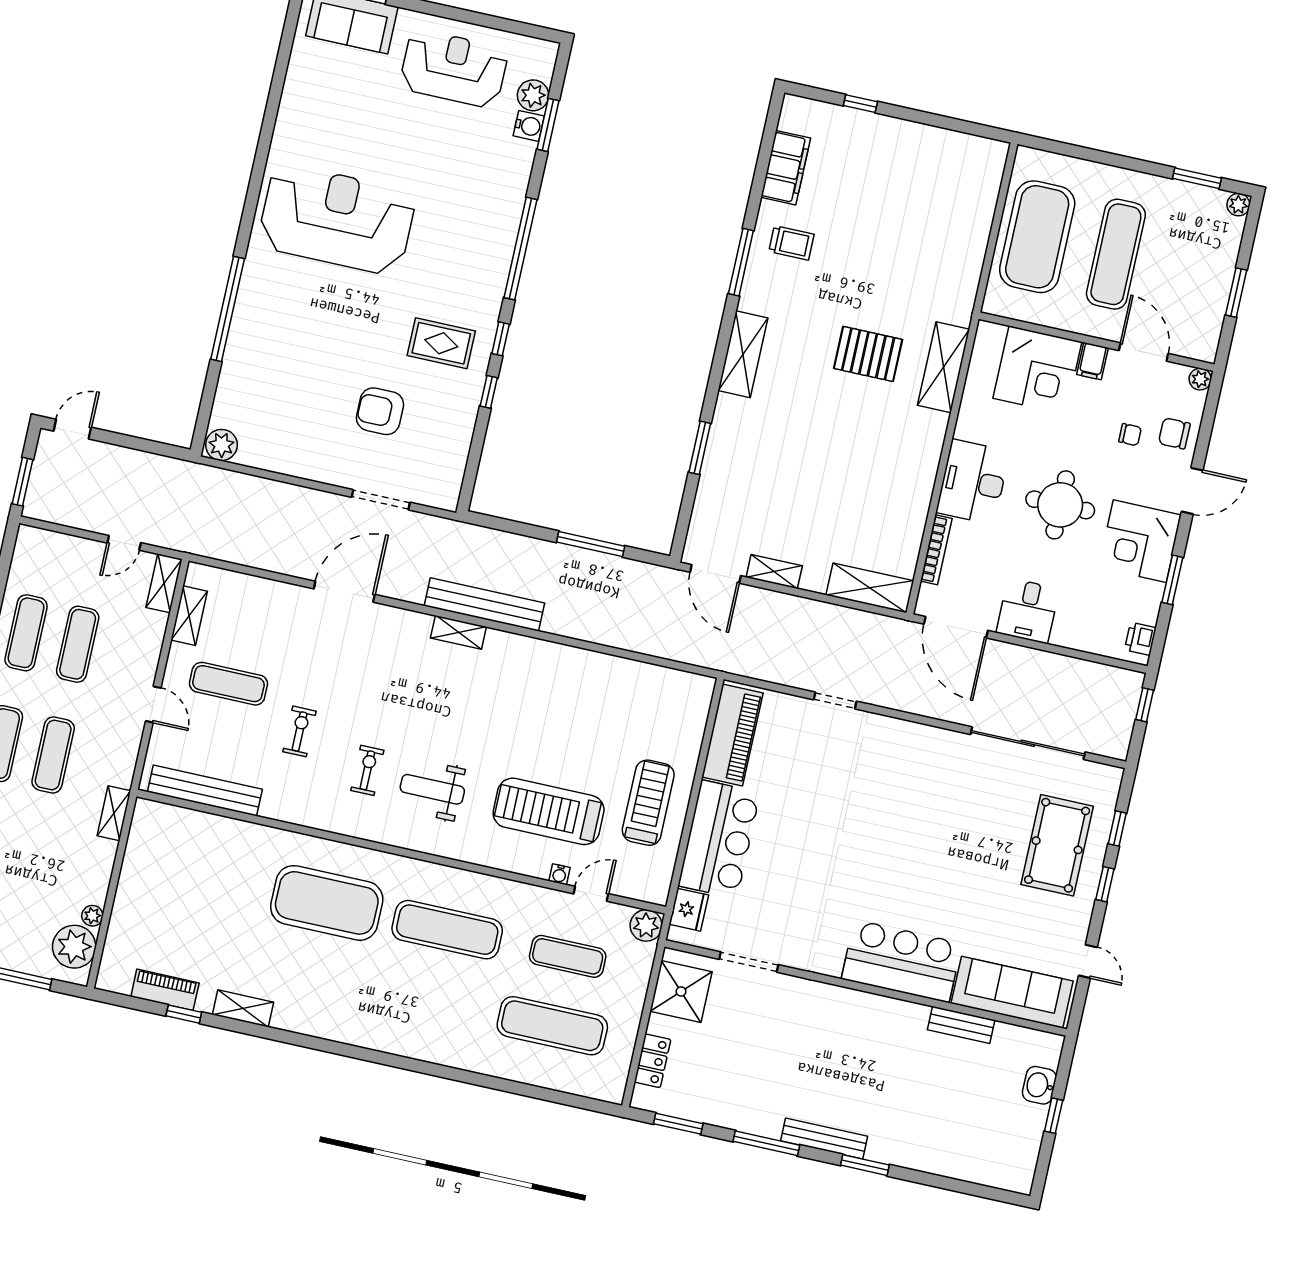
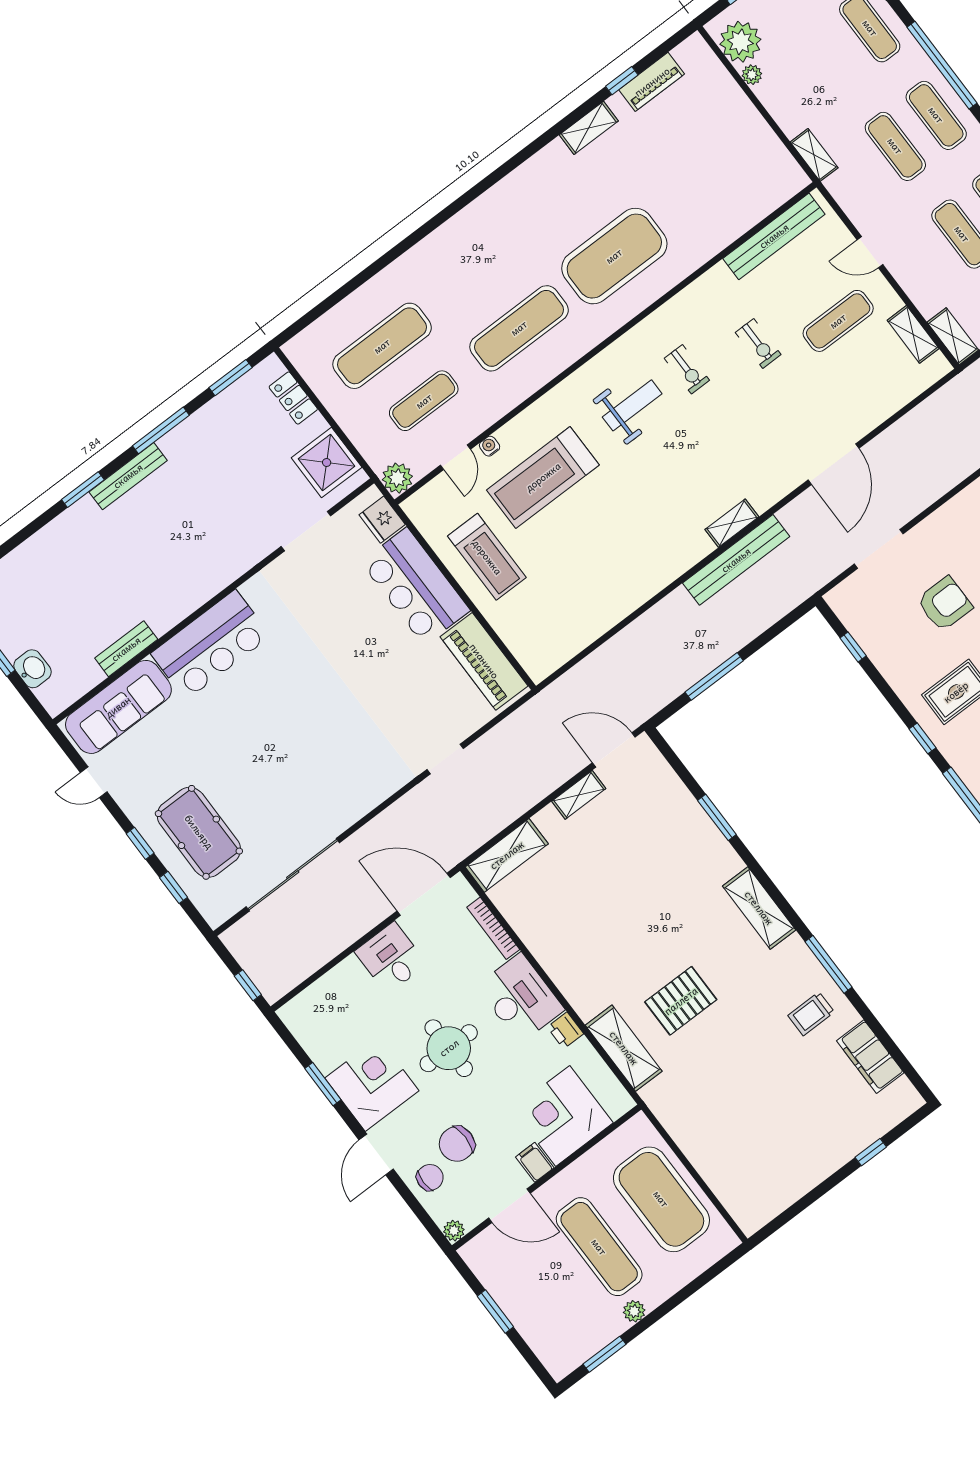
plant: (1238, 205) -> (634, 1311), moved
window: (489, 392) -> (853, 647), moved
chair: (1130, 435) -> (457, 1144), width x1.87, depth x1.87
printer: (1140, 639) -> (565, 1030), moved, turned 180
treadmill: (549, 811) -> (543, 477), turned 180

